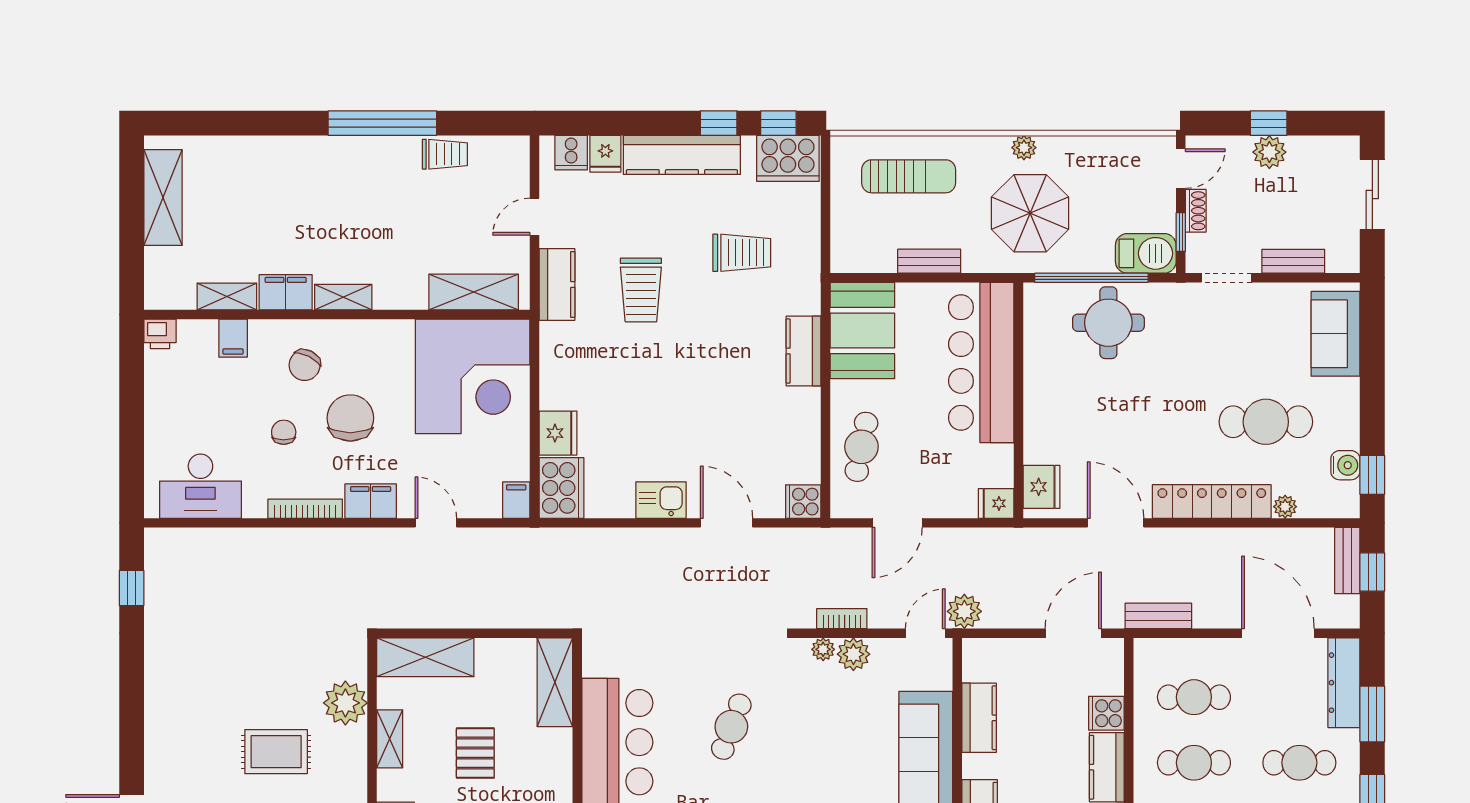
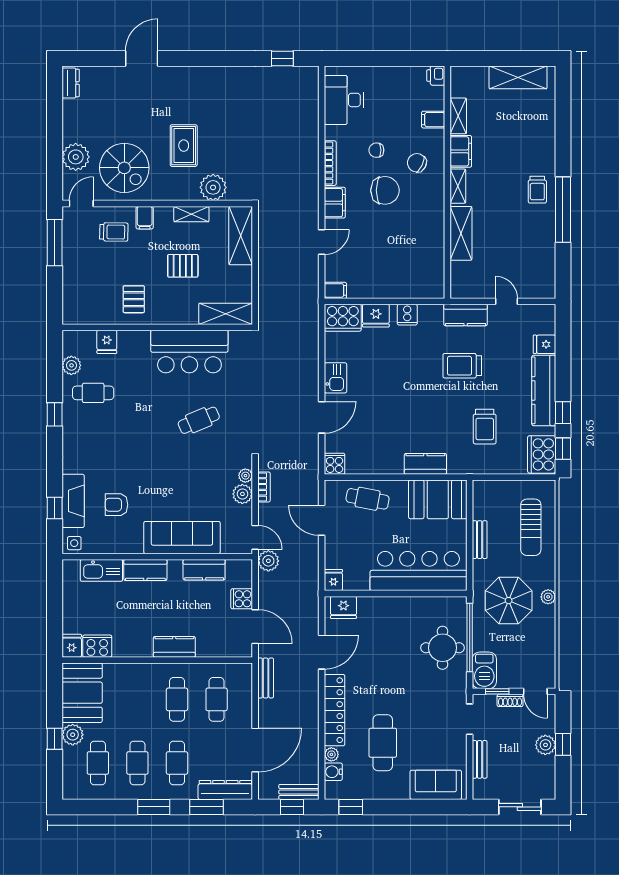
cooker: (571, 153) -> (407, 315), moved, turned -90
trolley: (445, 154) -> (537, 190), moved
shelving: (474, 292) -> (461, 233), moved
corner desk: (473, 376) -> (410, 264), removed
chair: (284, 432) -> (376, 150), turned 180
water cooler: (1345, 465) -> (333, 772), moved, turned 90
cooker: (1106, 713) -> (242, 599), moved, turned -90
cafe table: (731, 727) -> (199, 420), turned -44

